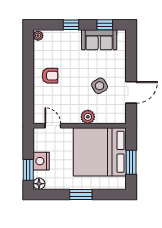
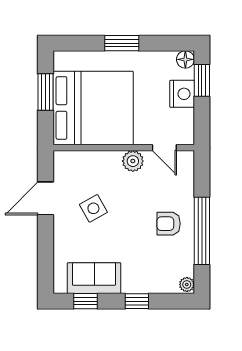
window: (28, 71) -> (202, 231), added
plant: (88, 117) -> (133, 161), moved

